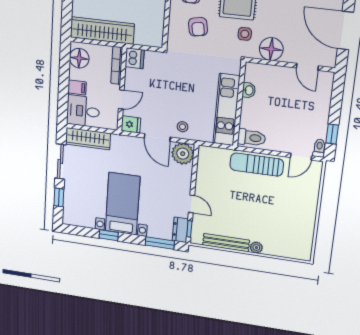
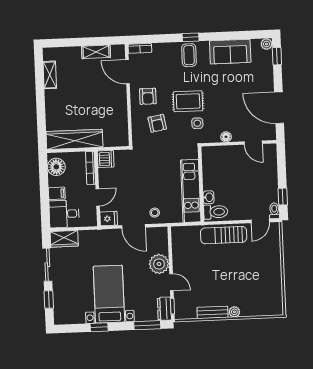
floor lamp: (271, 49) -> (226, 137), width x0.53, depth x0.53
washbasin: (249, 90) -> (209, 197), moved
wardrobe: (88, 139) -> (64, 239), width x0.67
plant: (183, 154) -> (159, 264), moved
bench: (226, 243) -> (213, 312), width x0.73

